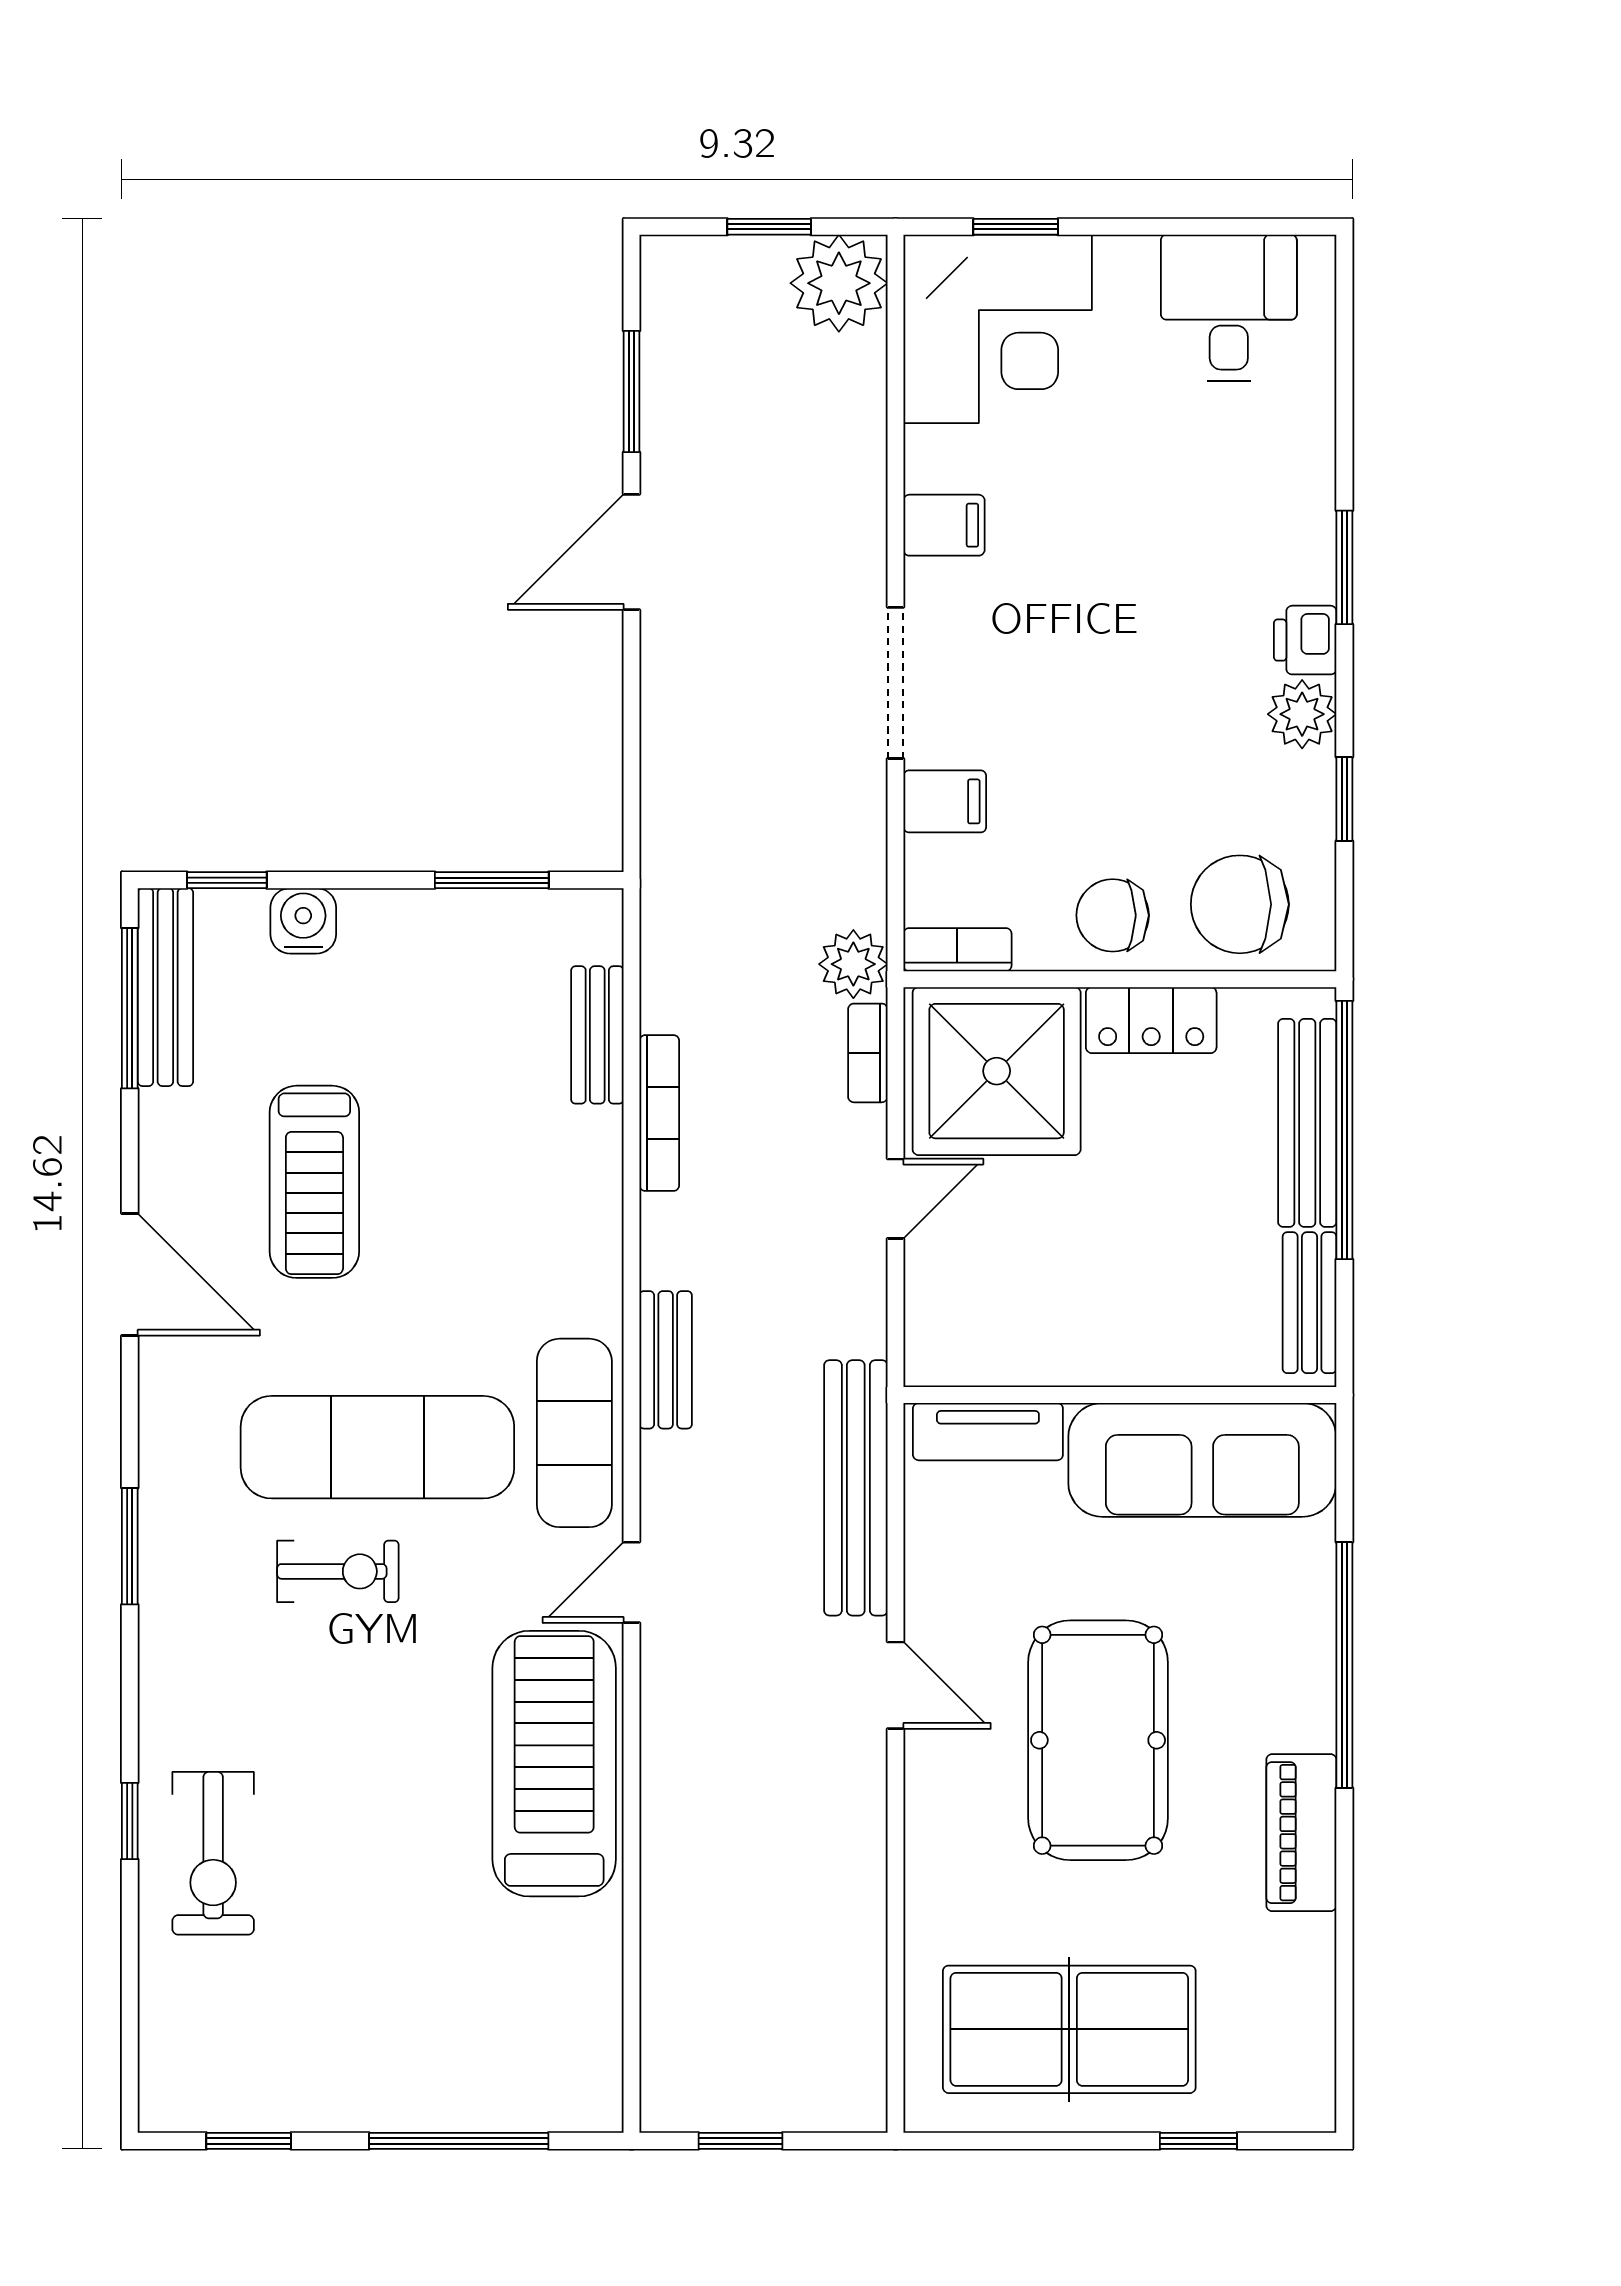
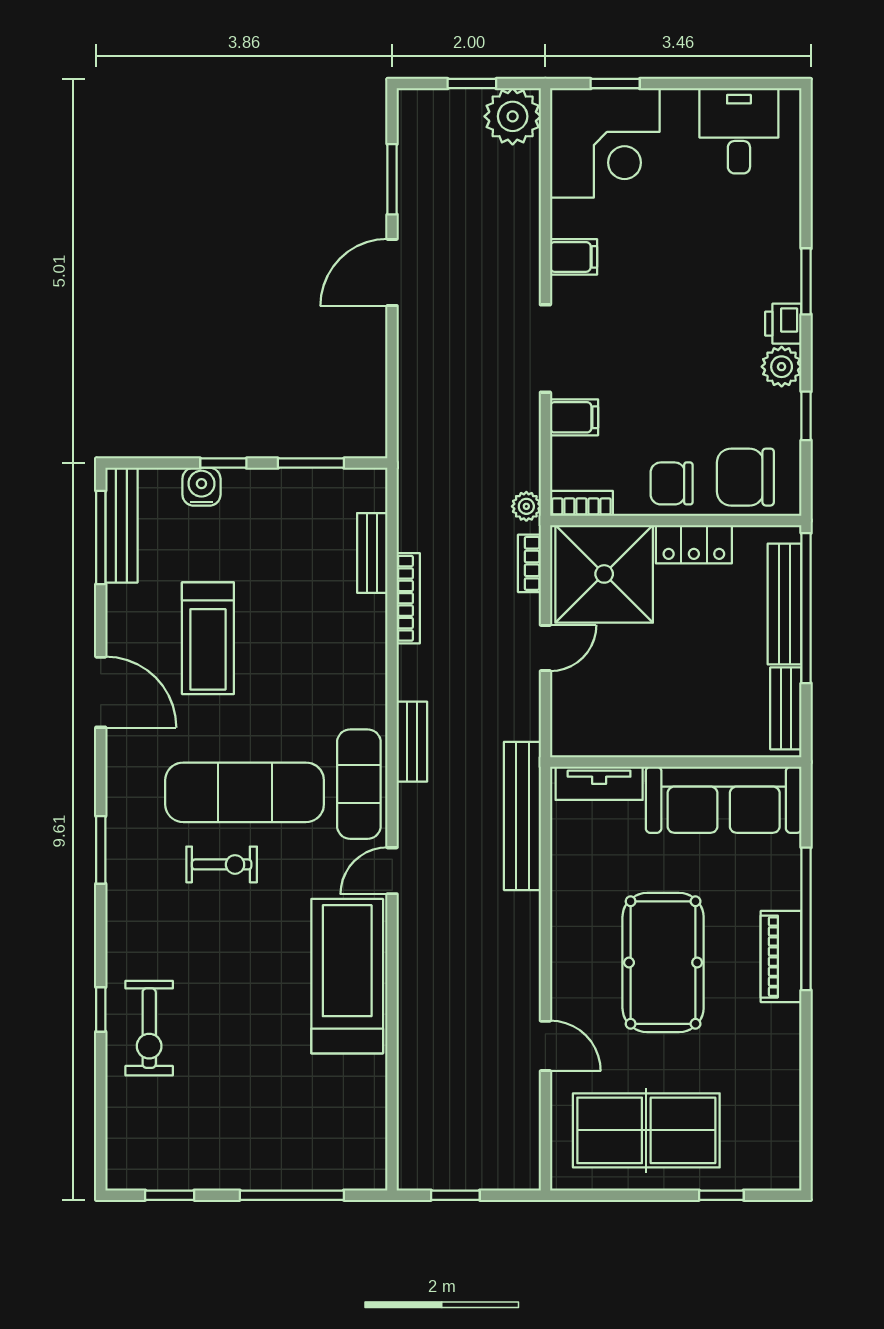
window: (227, 880) -> (223, 463), moved
plant: (853, 964) -> (526, 506), width x0.73, depth x0.73
door: (895, 1685) -> (545, 1046), moved
piano: (1301, 1833) -> (781, 957), moved

